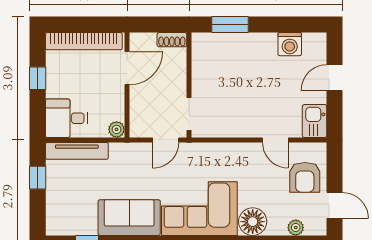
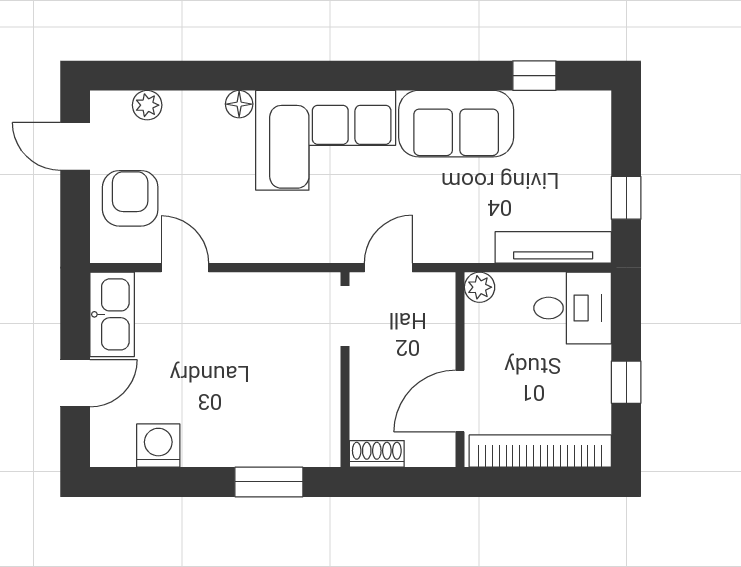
kitchen sink: (314, 121) -> (112, 314), width x1.38
floor lamp: (253, 222) -> (239, 104), width x0.53, depth x0.53

